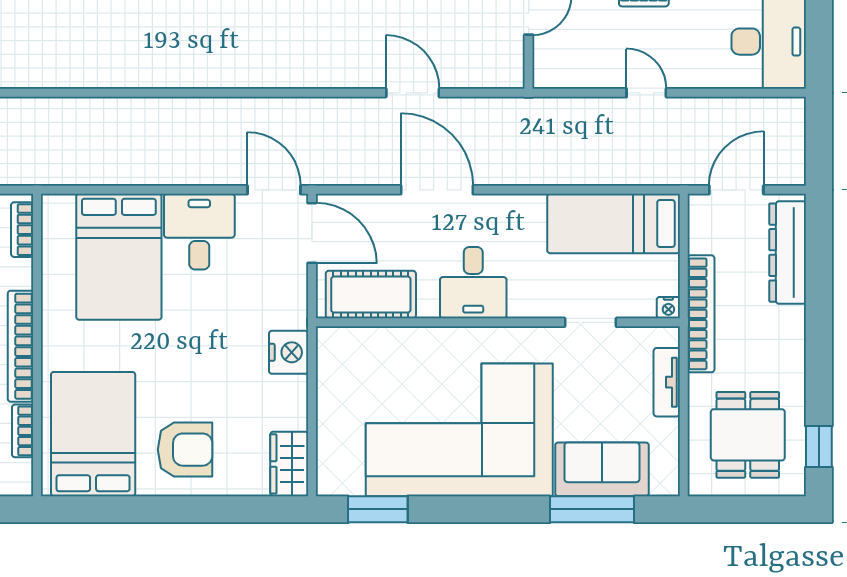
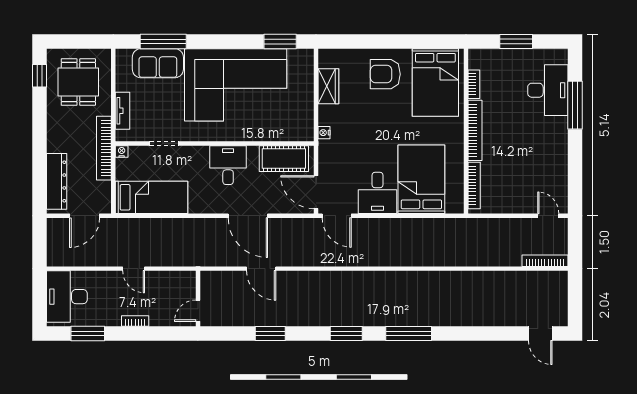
bookcase: (22, 230) -> (474, 186), width x1.56
nightstand: (289, 352) -> (324, 133), width x0.53, depth x0.56
wardrobe: (289, 464) -> (328, 86), moved

